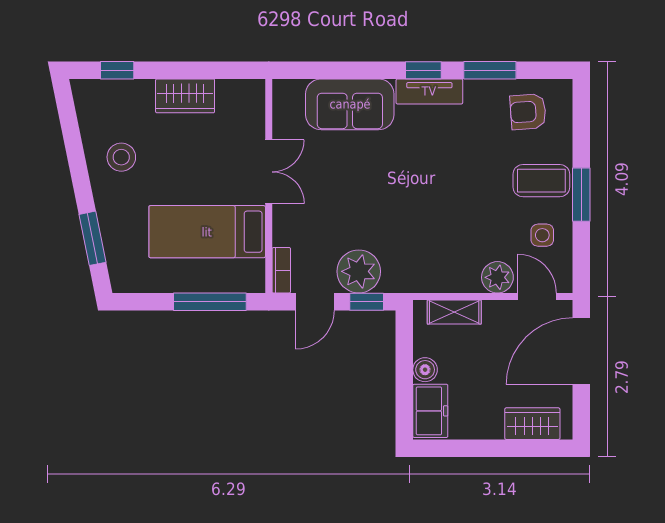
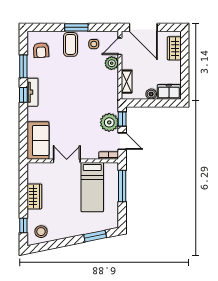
sofa: (350, 104) -> (38, 141), moved
stool: (121, 157) -> (41, 232), moved

